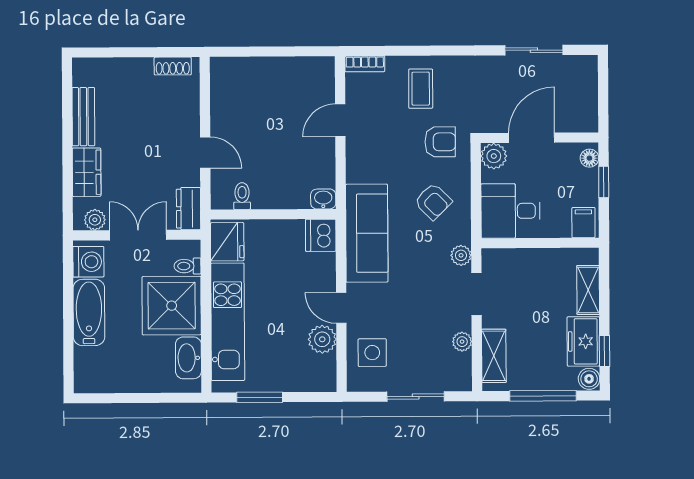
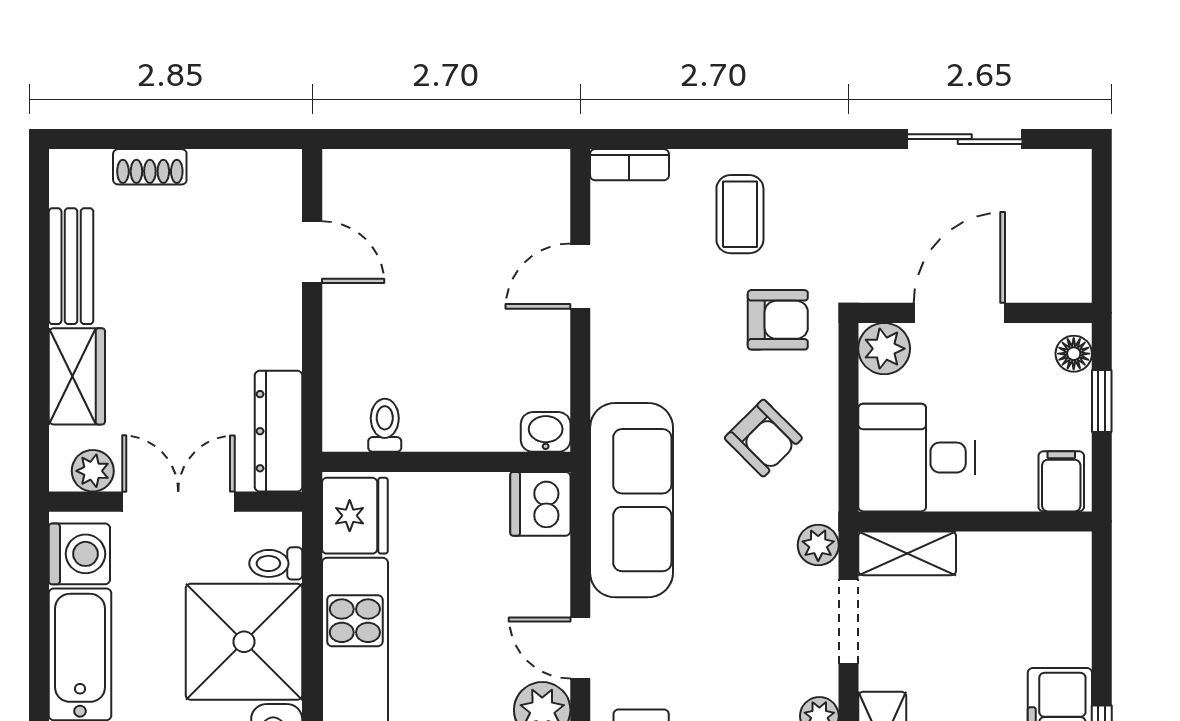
shoe rack: (173, 66) -> (150, 167), moved
door: (205, 153) -> (312, 252), moved
dresser: (189, 209) -> (278, 431), width x1.44
shelving: (588, 290) -> (907, 553), moved, turned 90

